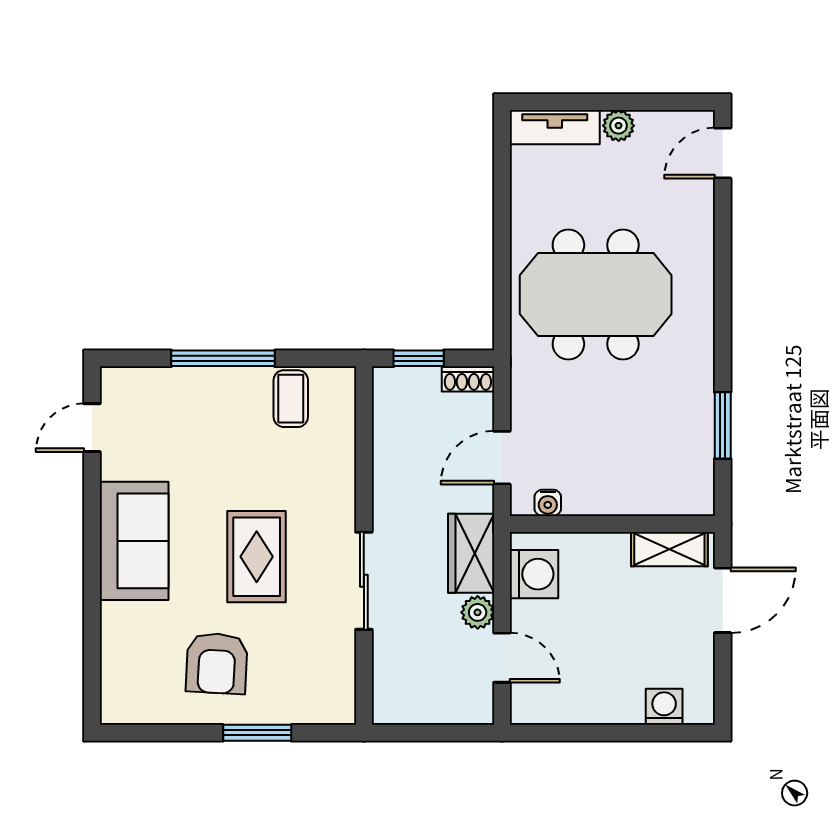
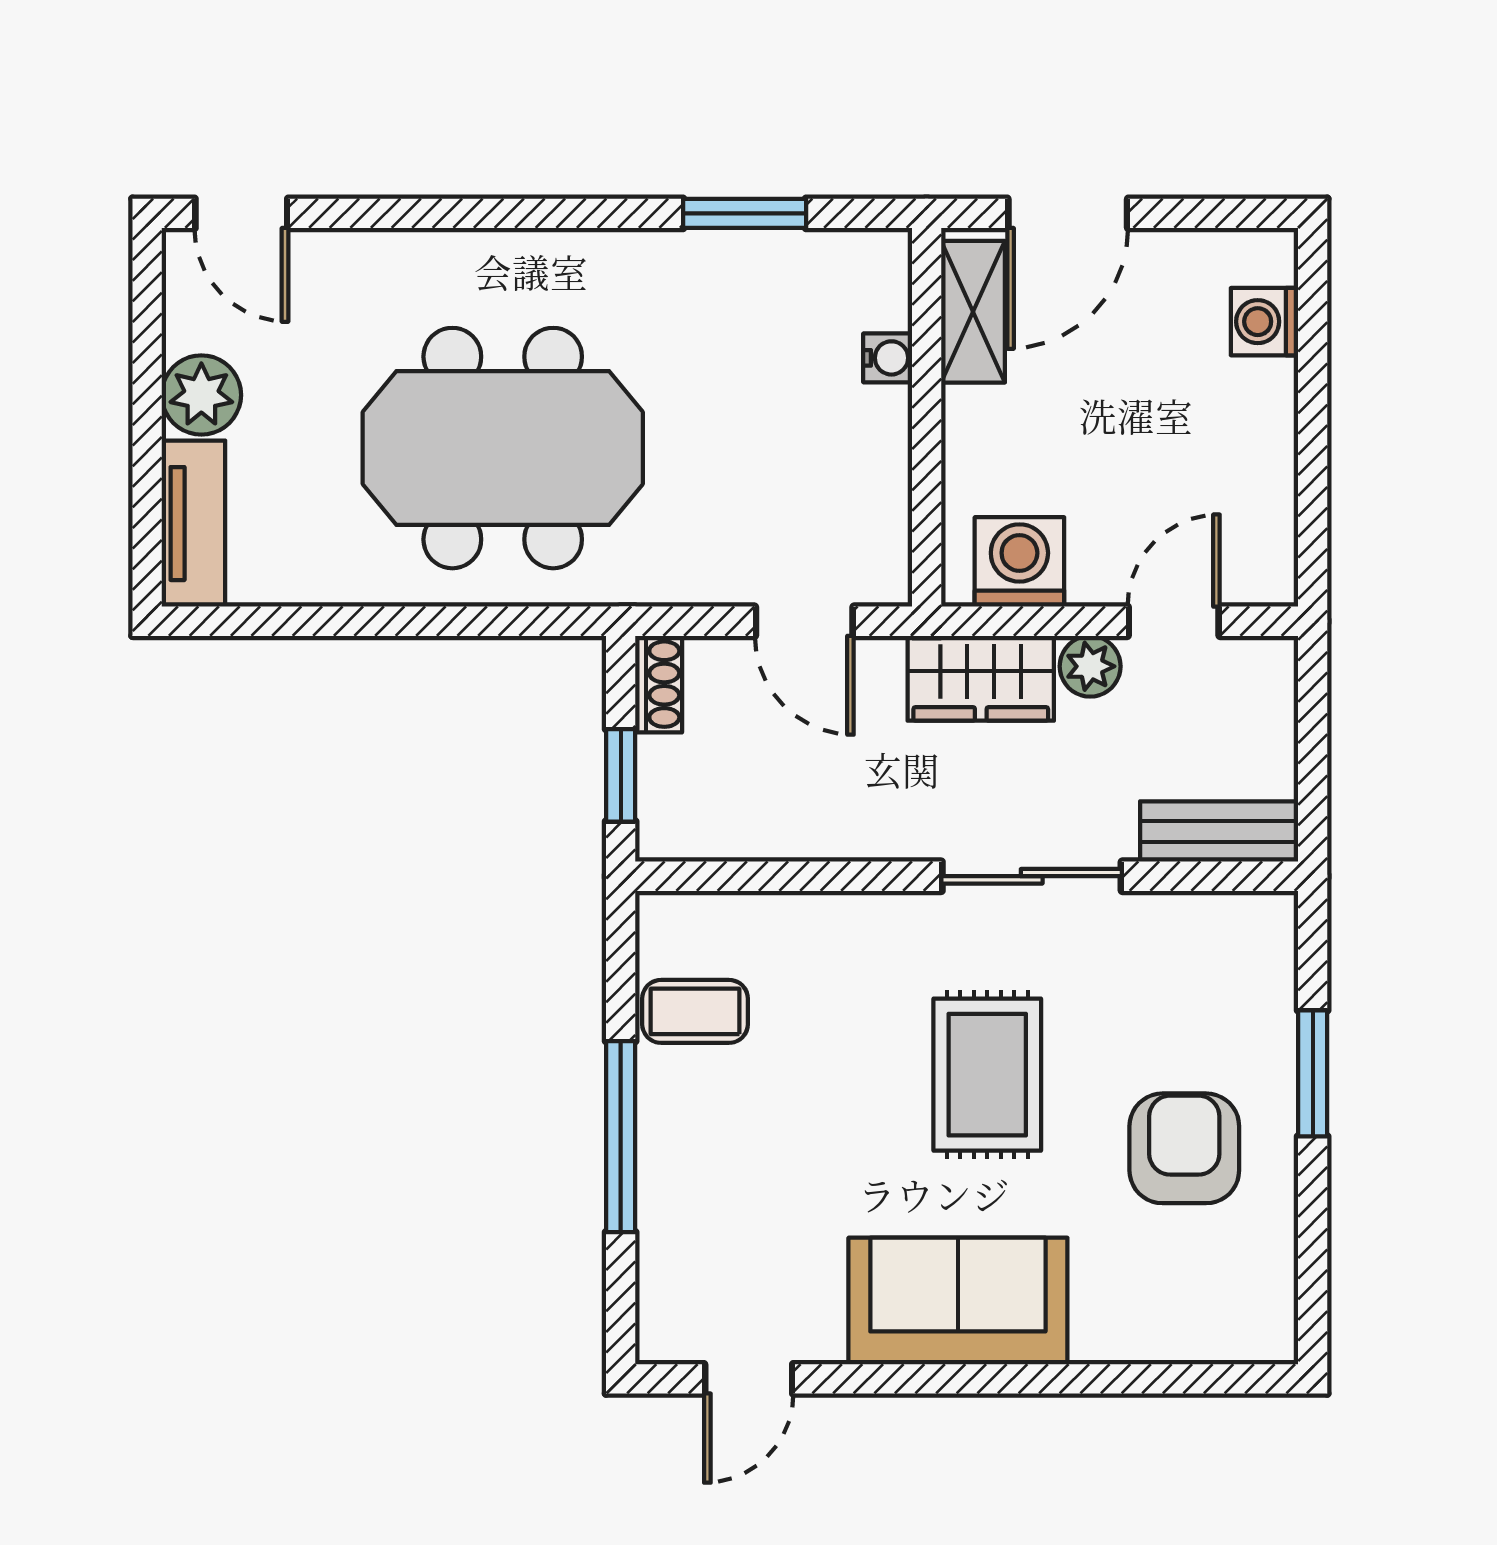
plant: (619, 126) -> (201, 395), width x1.38, depth x1.38
meeting table: (596, 295) -> (503, 448), turned 90
door: (92, 428) -> (749, 1379), hinge flipped
water cooler: (548, 503) -> (888, 358), moved
rug: (257, 557) -> (987, 1075), turned 90
door: (723, 600) -> (1068, 213), swing flipped
armchair: (217, 663) -> (1184, 1148), turned -93
bench: (388, 682) -> (1219, 831), added

